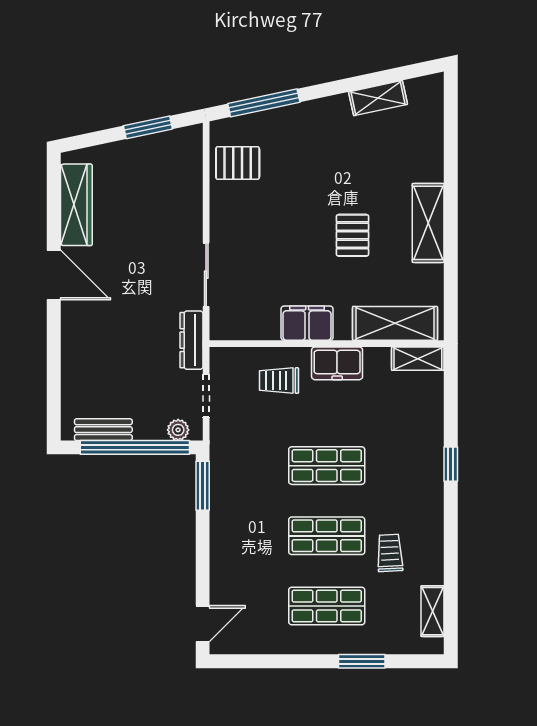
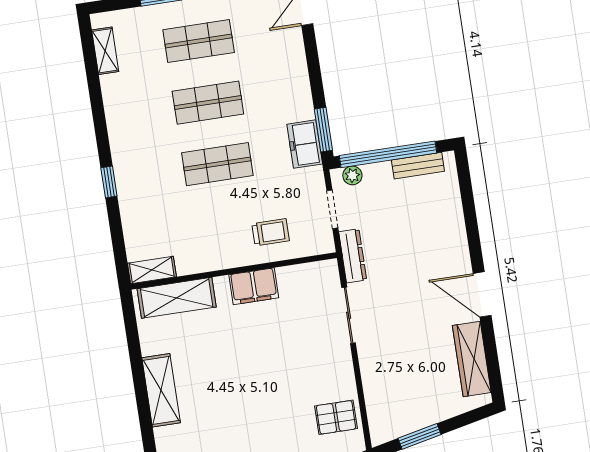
pallet: (352, 235) -> (226, 369), removed
freezer: (337, 363) -> (305, 144), moved, turned -90
trolley: (390, 553) -> (150, 96), removed

